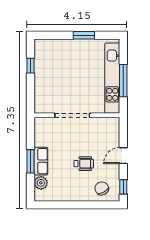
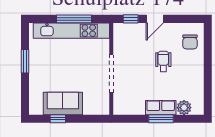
sofa: (45, 70) -> (63, 103), added
door: (123, 156) -> (155, 19), hinge flipped
window: (123, 187) -> (131, 19), moved
chair: (102, 188) -> (190, 42), turned -63

